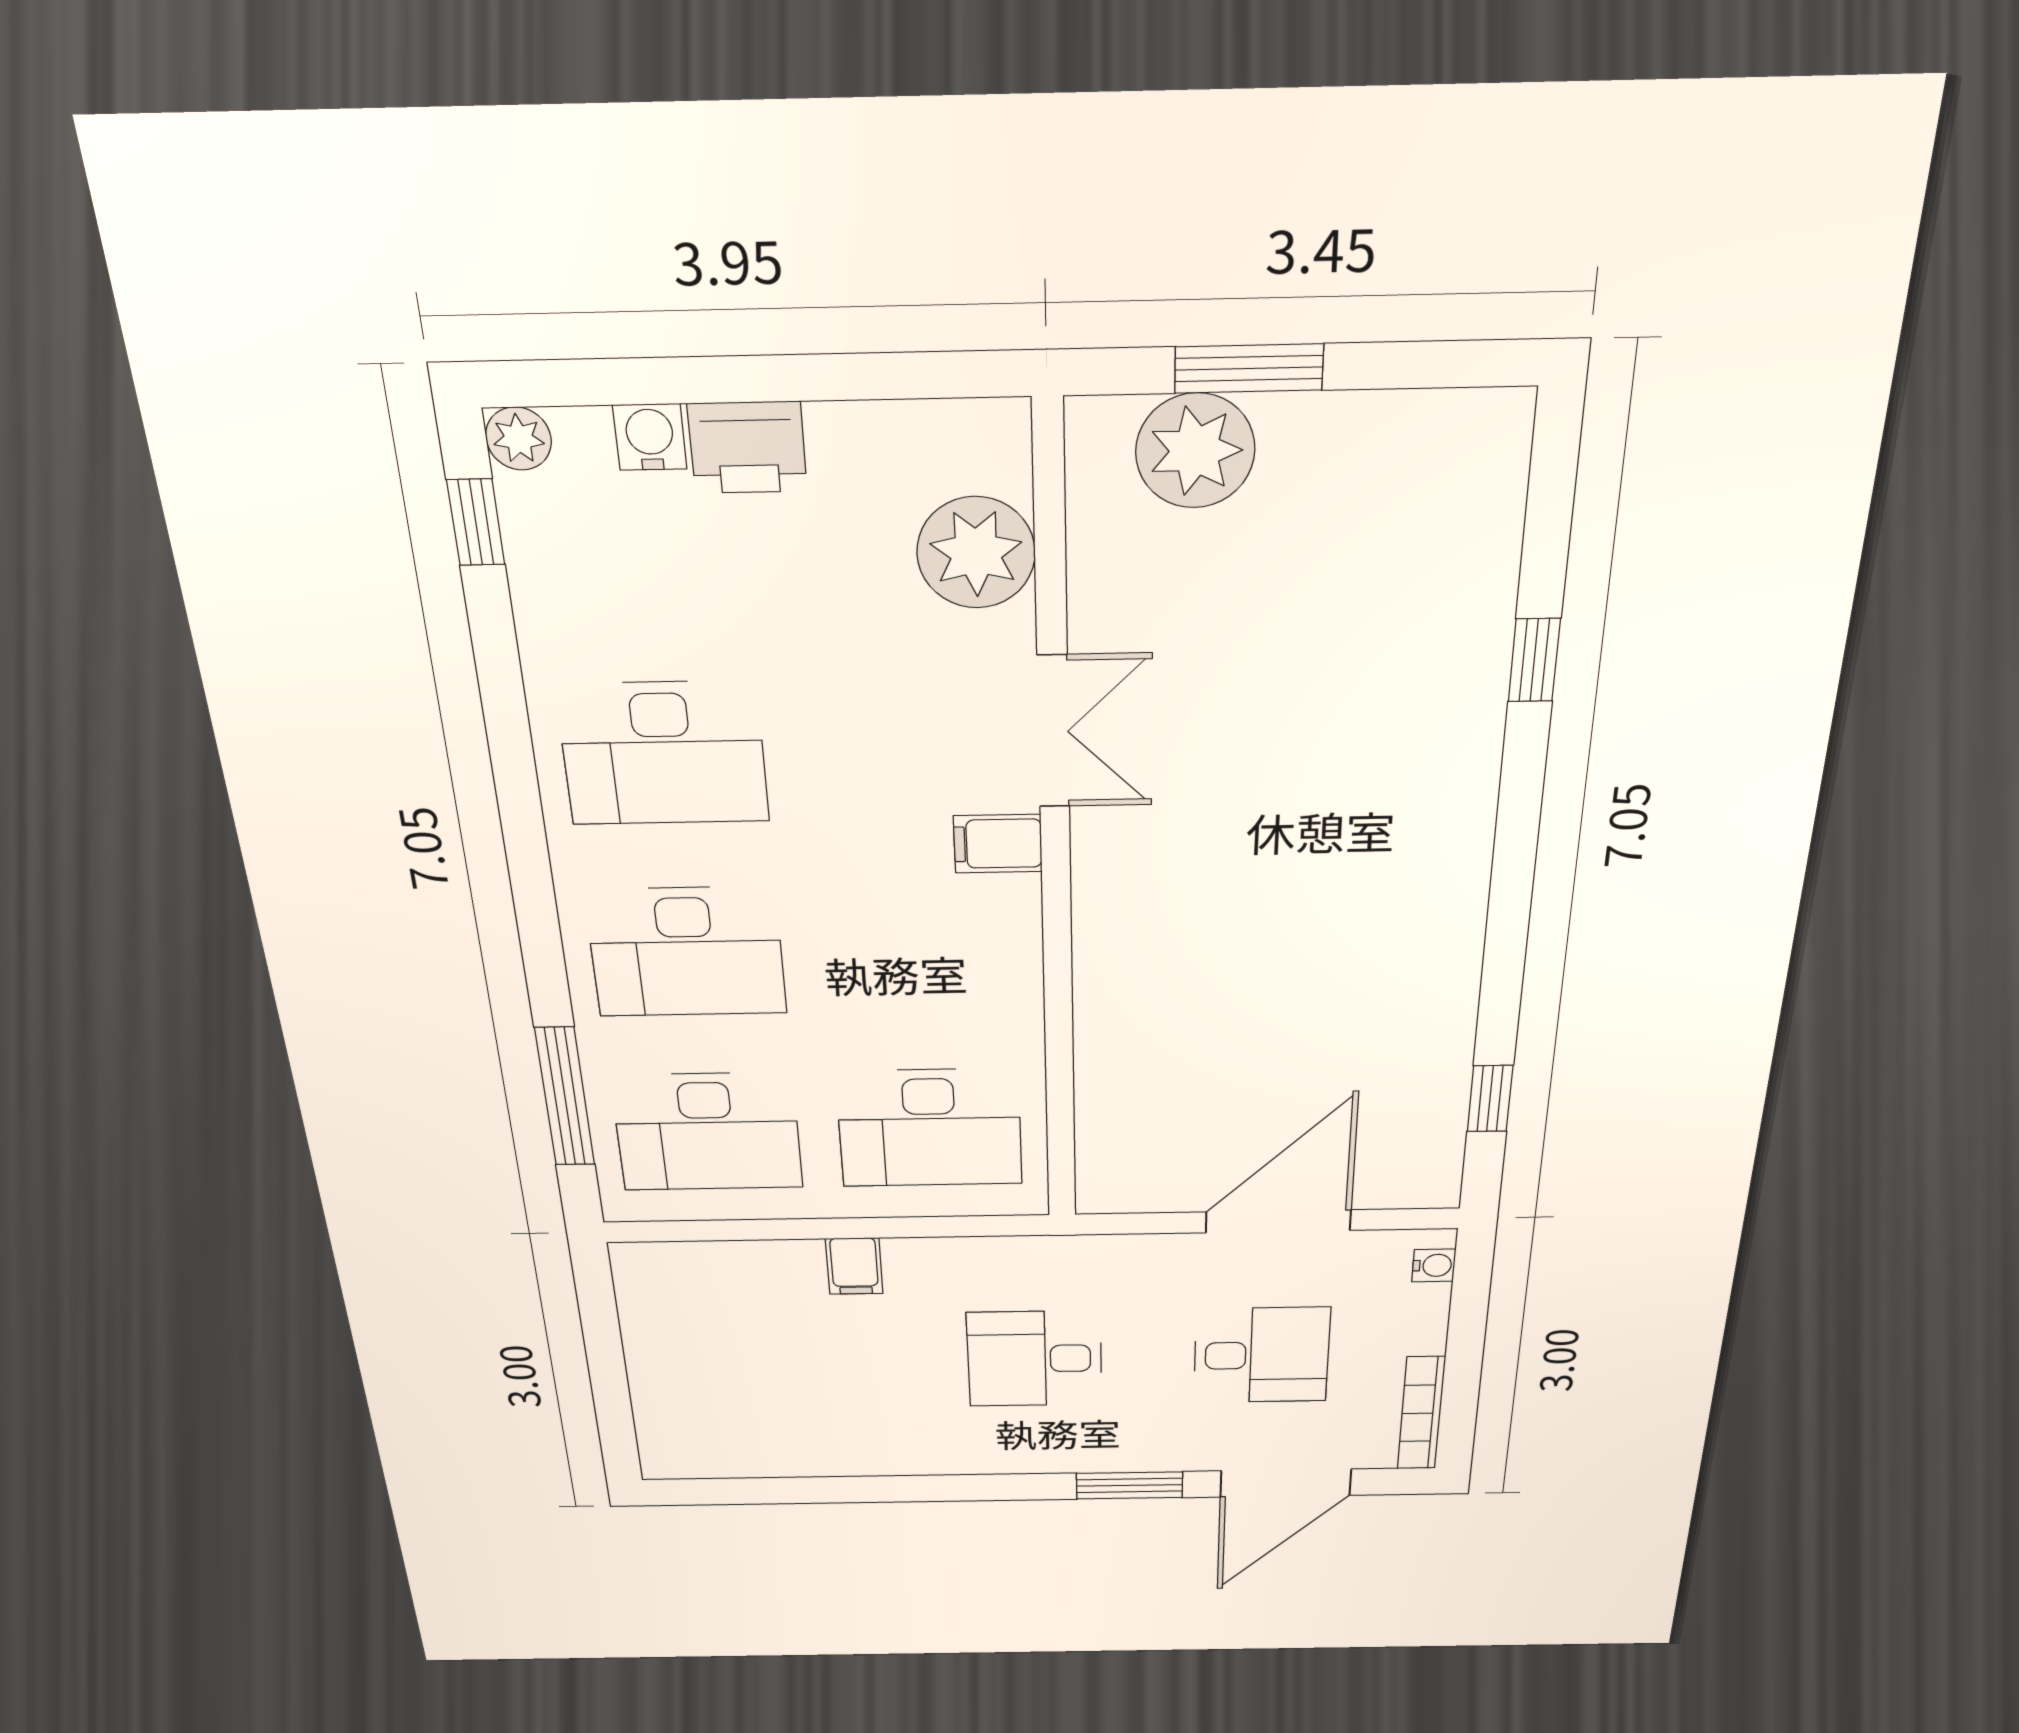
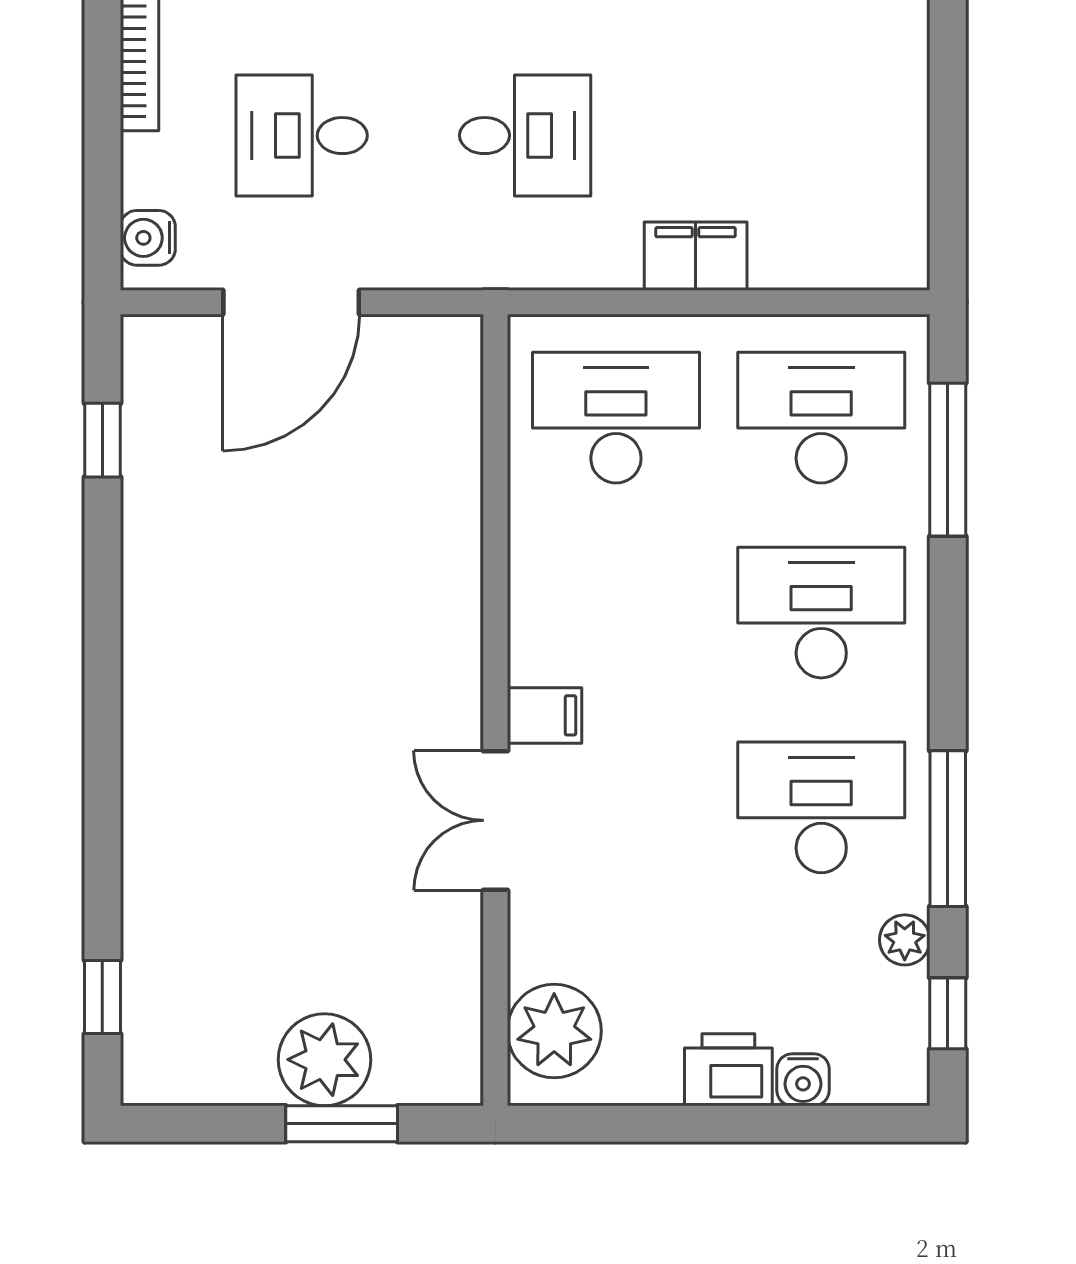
plant: (519, 439) -> (905, 940), moved
plant: (1195, 451) -> (324, 1060), moved
plant: (976, 553) -> (554, 1031), moved
window: (1534, 660) -> (102, 997), moved
window: (509, 733) -> (948, 829), added
water cooler: (1434, 1265) -> (148, 238), width x1.38, depth x1.38
filing cabinet: (854, 1266) -> (696, 256), width x2.00

